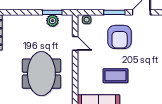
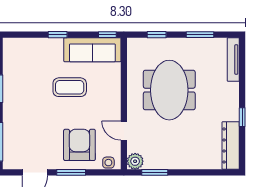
plant: (53, 21) -> (135, 161), moved
armchair: (120, 37) -> (79, 145), moved

